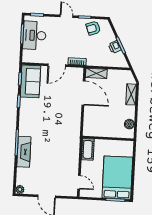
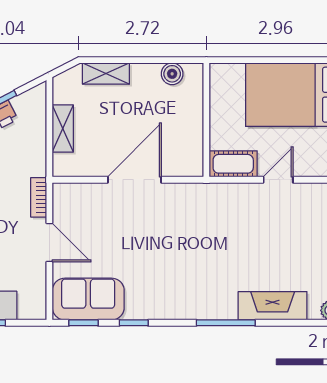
shelving: (96, 73) -> (63, 128), moved
door: (83, 93) -> (134, 180), moved
fireplace: (24, 152) -> (273, 306), moved
door: (79, 182) -> (278, 180), moved

